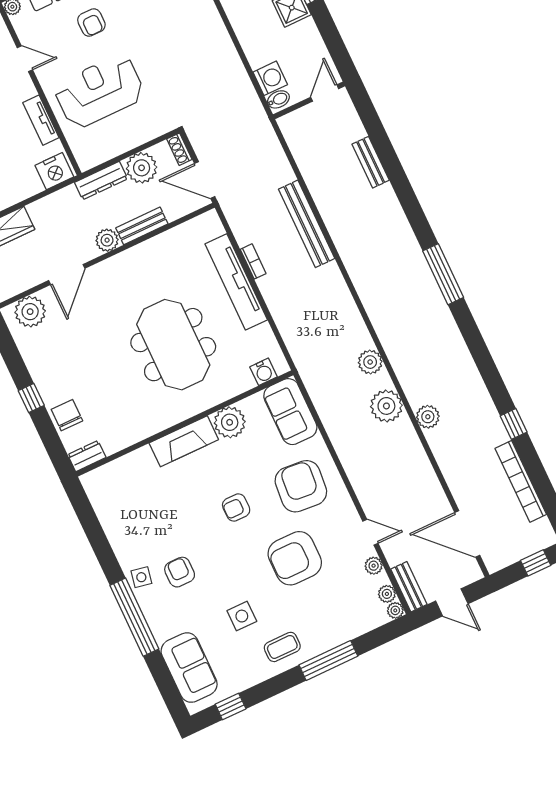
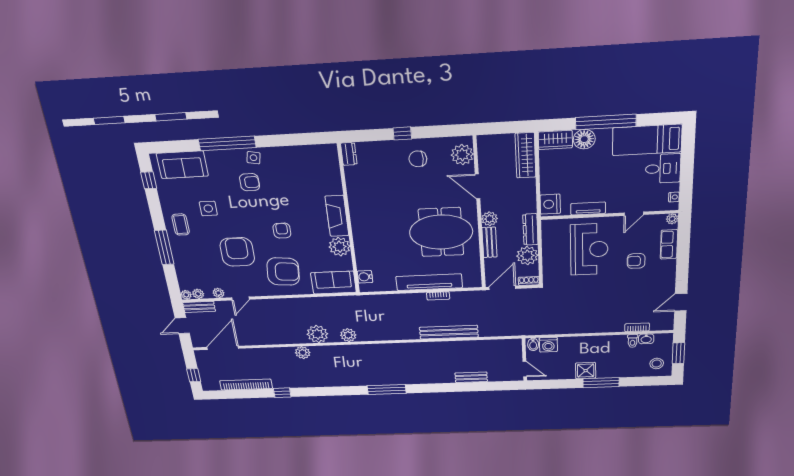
meeting table: (173, 345) -> (441, 232), moved
chair: (67, 415) -> (418, 159), moved, turned 180

